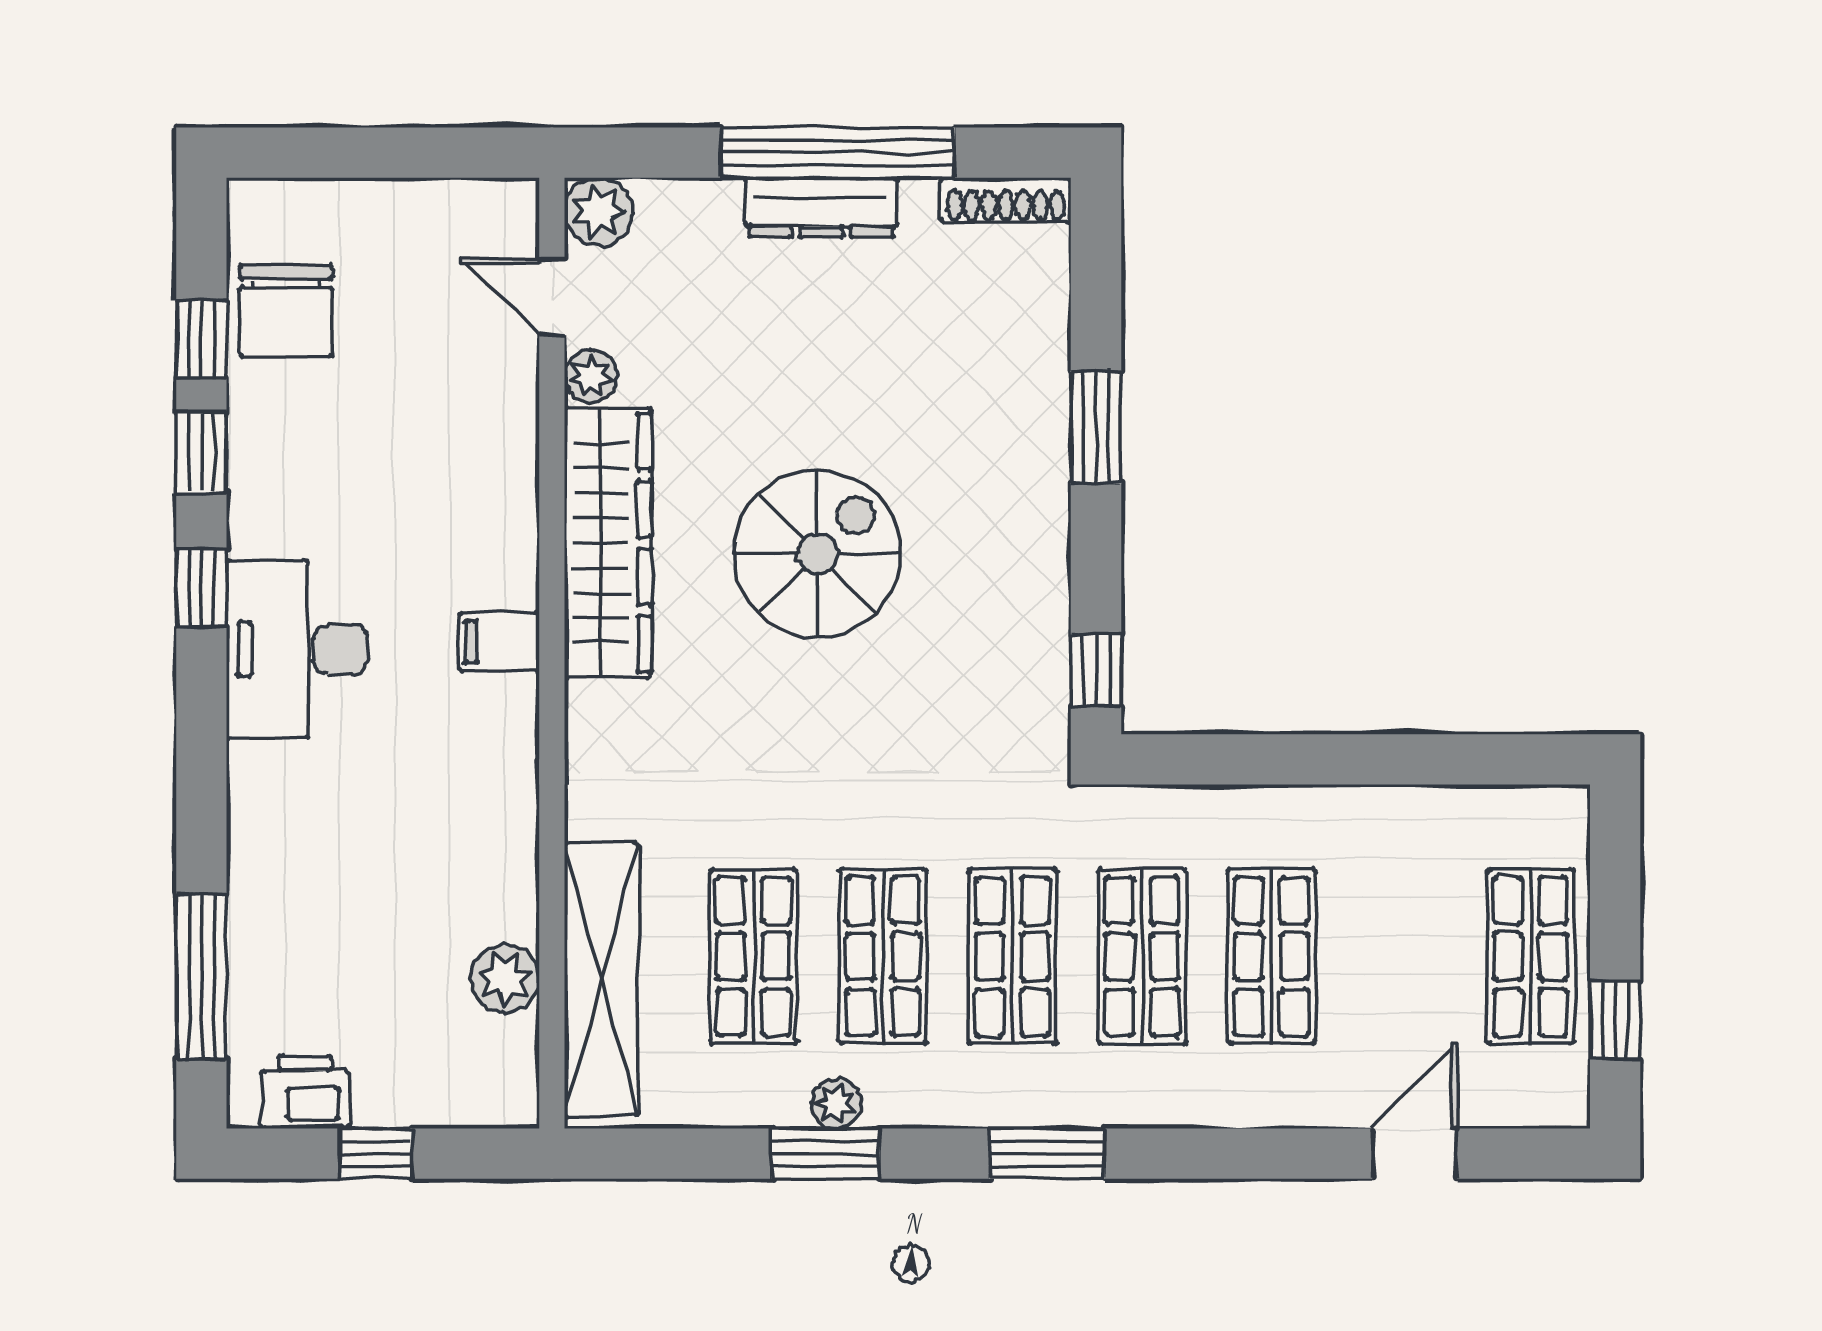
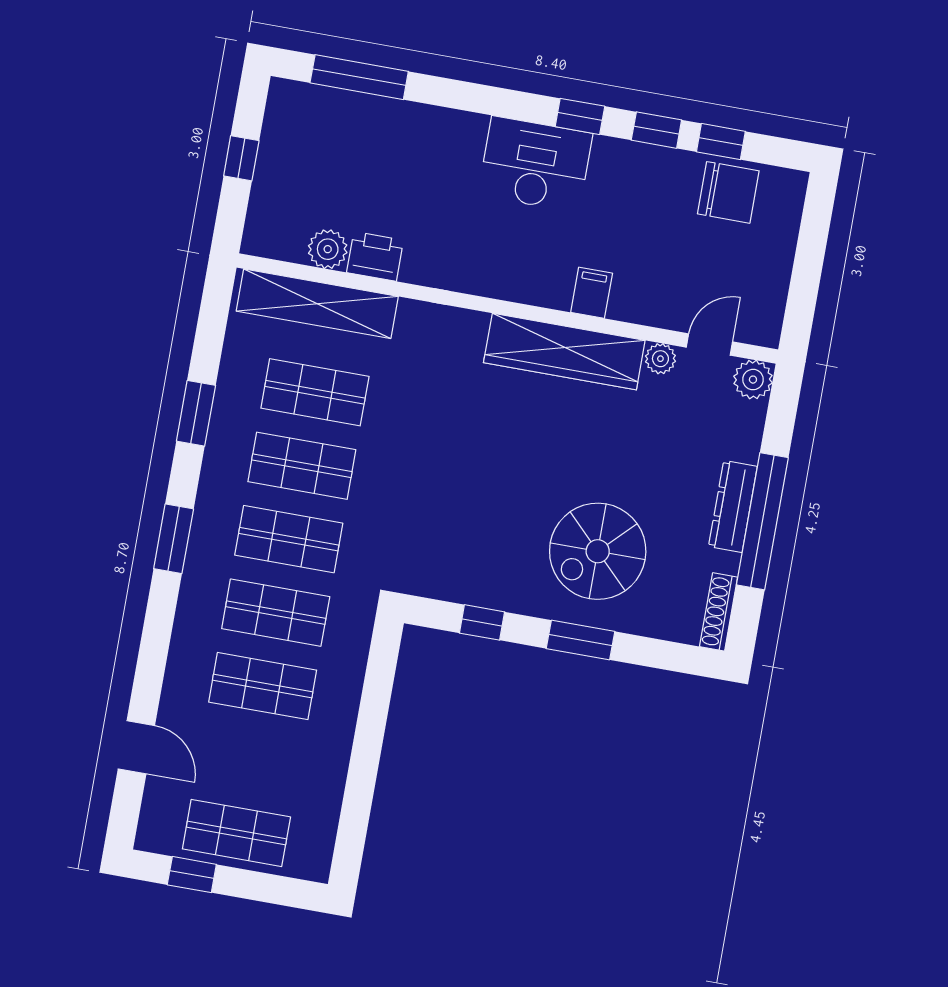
chair: (286, 311) -> (728, 192), turned 180
spiral stairs: (817, 554) -> (598, 551), moved, turned 90
filing cabinet: (499, 642) -> (592, 293), moved
window: (1096, 670) -> (482, 622), moved
printer: (305, 1092) -> (375, 256), moved, turned -90
plant: (836, 1104) -> (223, 424), removed

